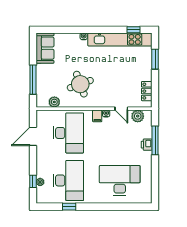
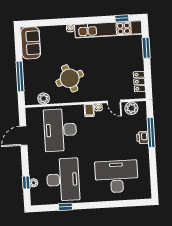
desk: (68, 133) -> (60, 130), turned 180

